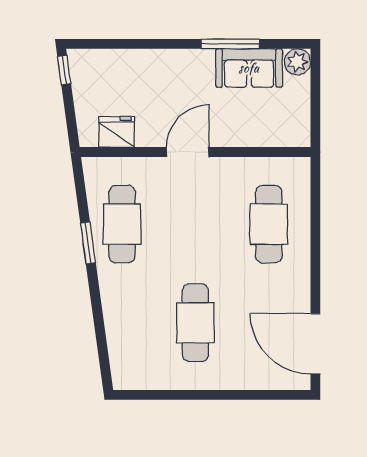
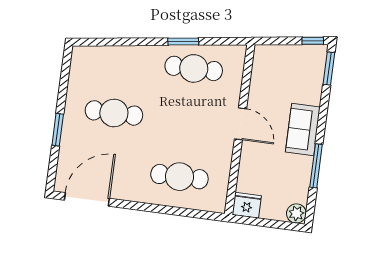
window: (98, 44) -> (329, 69), added
sofa: (249, 68) -> (303, 130), moved
fridge: (117, 132) -> (247, 205), moved, turned -90
window: (228, 395) -> (58, 130), added

